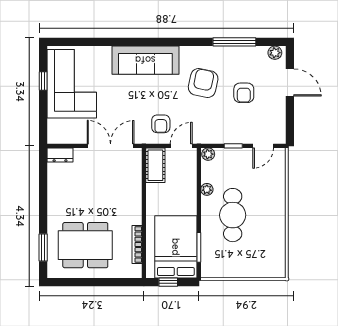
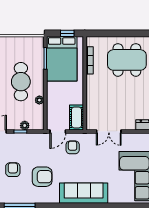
armchair: (203, 83) -> (42, 177), turned -102
double door: (111, 146) -> (109, 131), width x0.73
plant: (208, 154) -> (25, 126), moved

